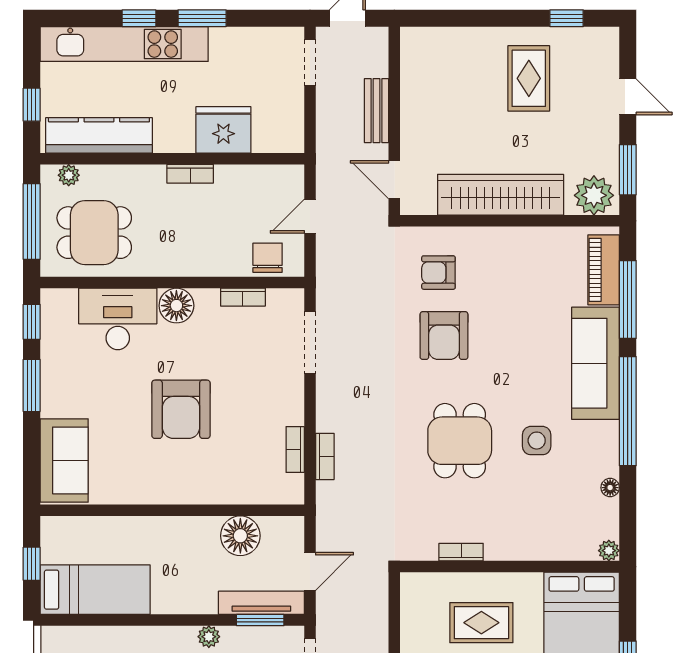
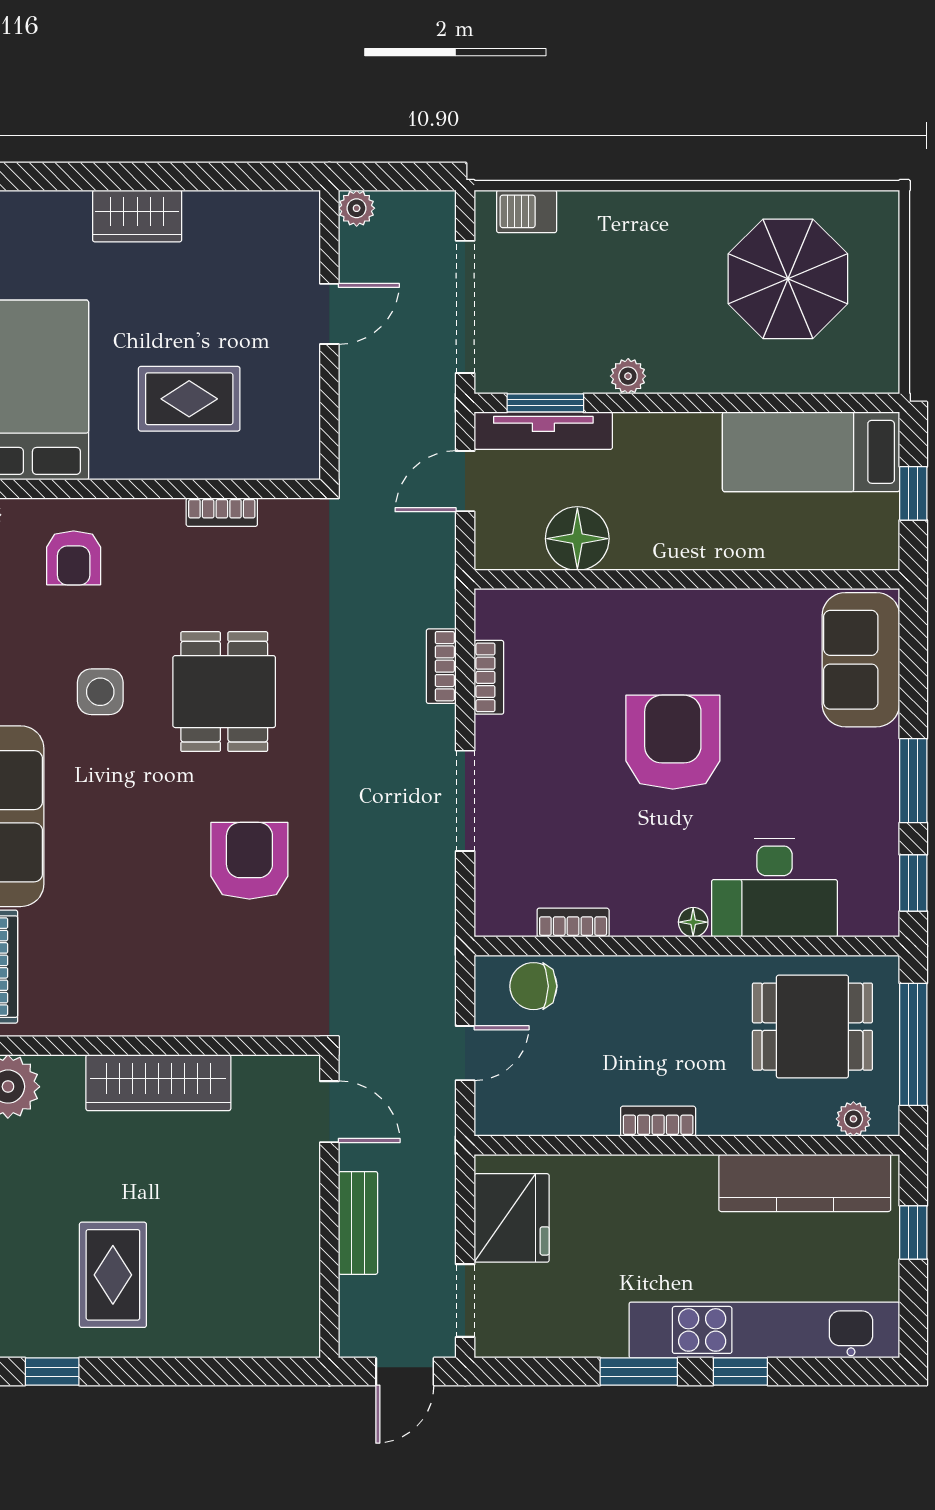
fridge: (223, 130) -> (512, 1218), moved, turned -90
wardrobe: (501, 195) -> (158, 1083), width x0.71, depth x0.85
chair: (268, 258) -> (533, 986), turned 90
armchair: (438, 273) -> (74, 558), moved, turned 90
floor lamp: (176, 306) -> (693, 922), width x0.53, depth x0.53
doorway: (310, 343) -> (465, 801), moved

